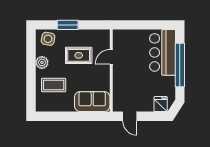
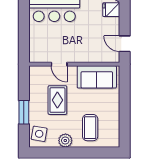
sofa: (92, 102) -> (97, 77), moved, turned -90
door: (130, 116) -> (125, 44), swing flipped

